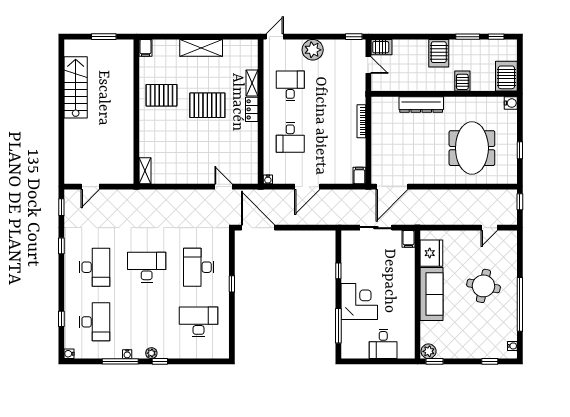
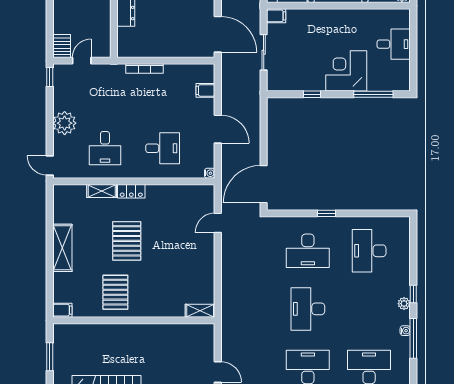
desk: (290, 86) -> (105, 148), turned -90
filing cabinet: (359, 176) -> (205, 90), moved

